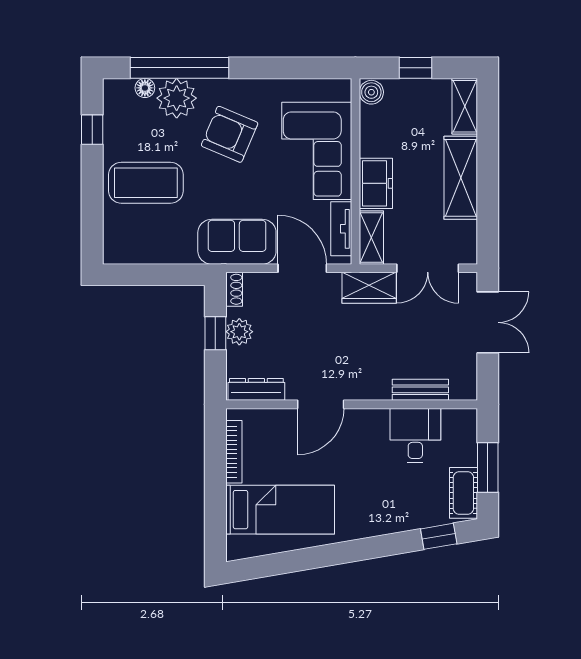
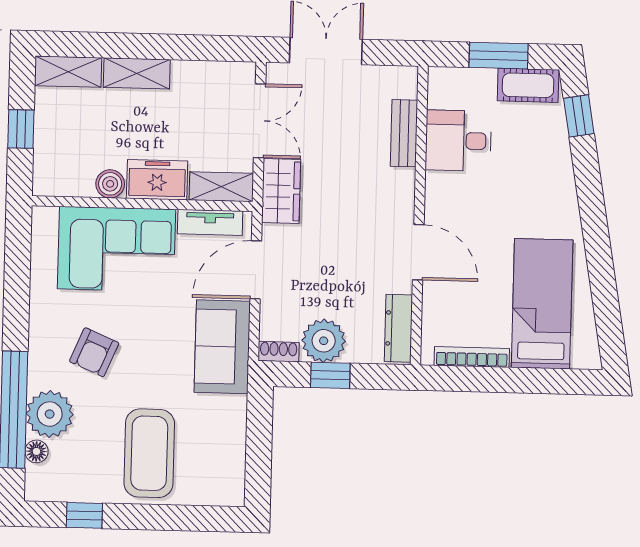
boiler: (371, 92) -> (110, 184), moved
armchair: (230, 134) -> (94, 352), width x0.72, depth x0.72
shelving: (461, 178) -> (137, 73), width x0.67, depth x0.75
plant: (239, 332) -> (324, 341), width x1.36, depth x1.36

